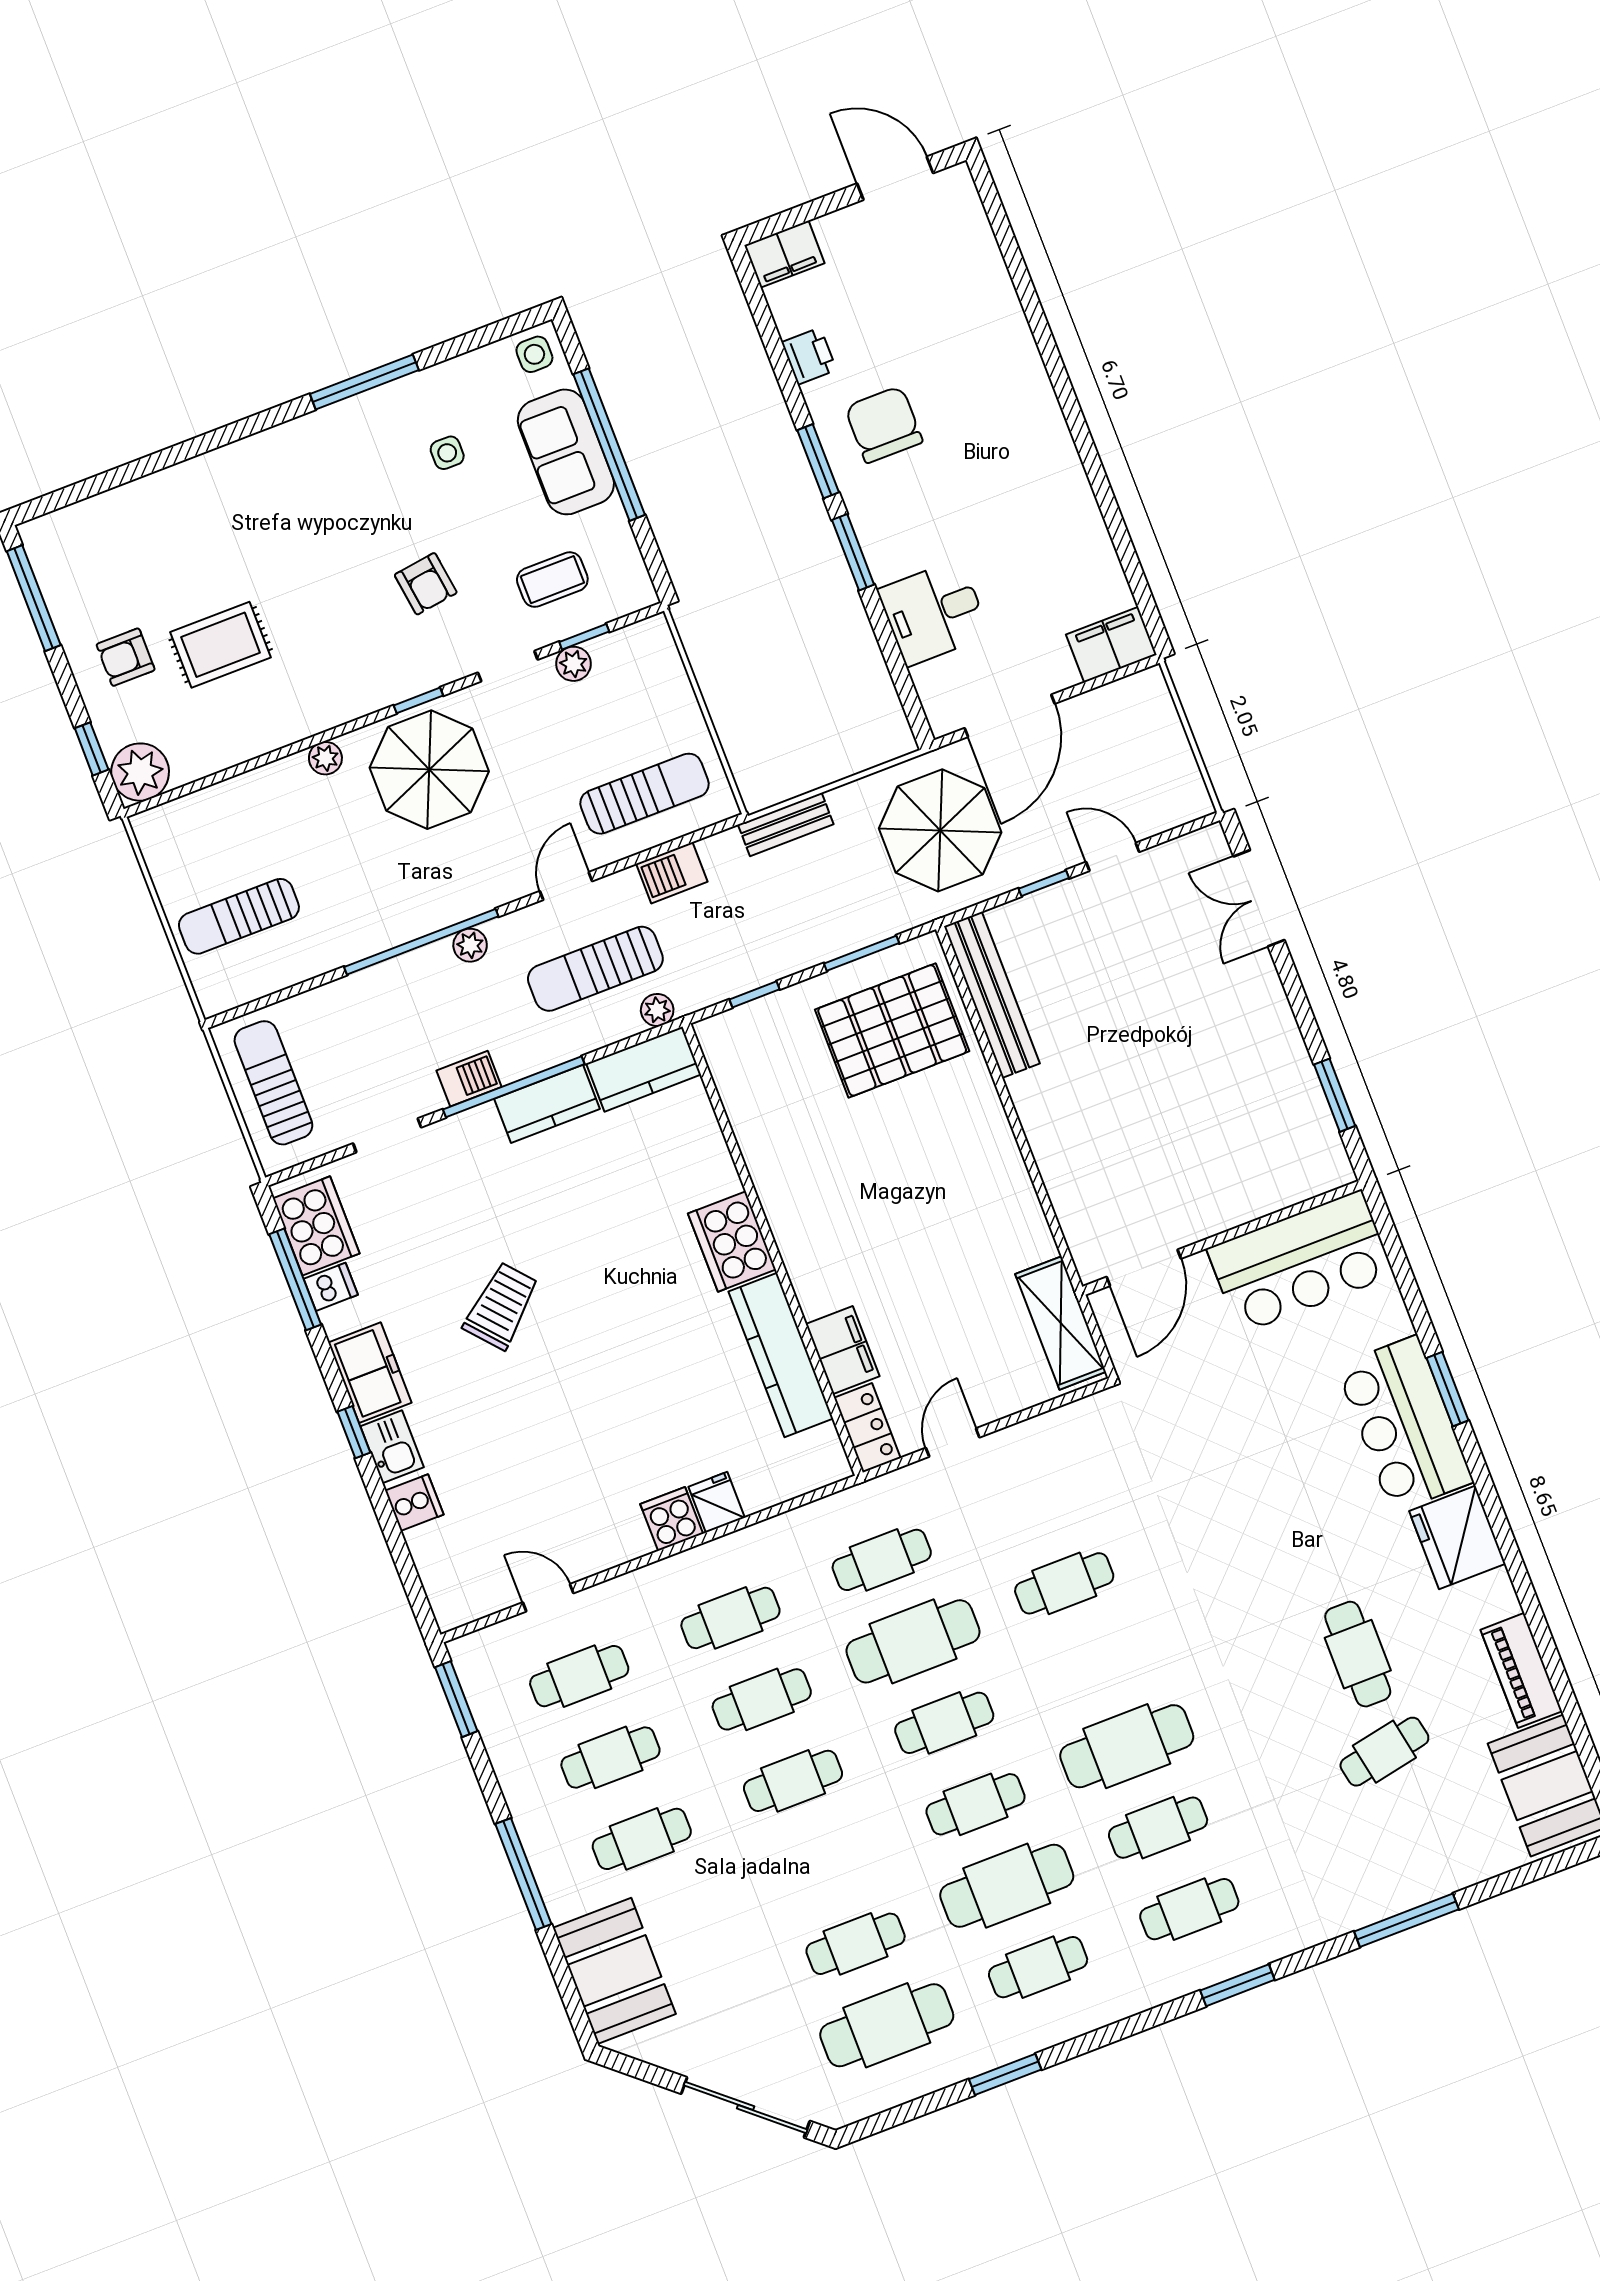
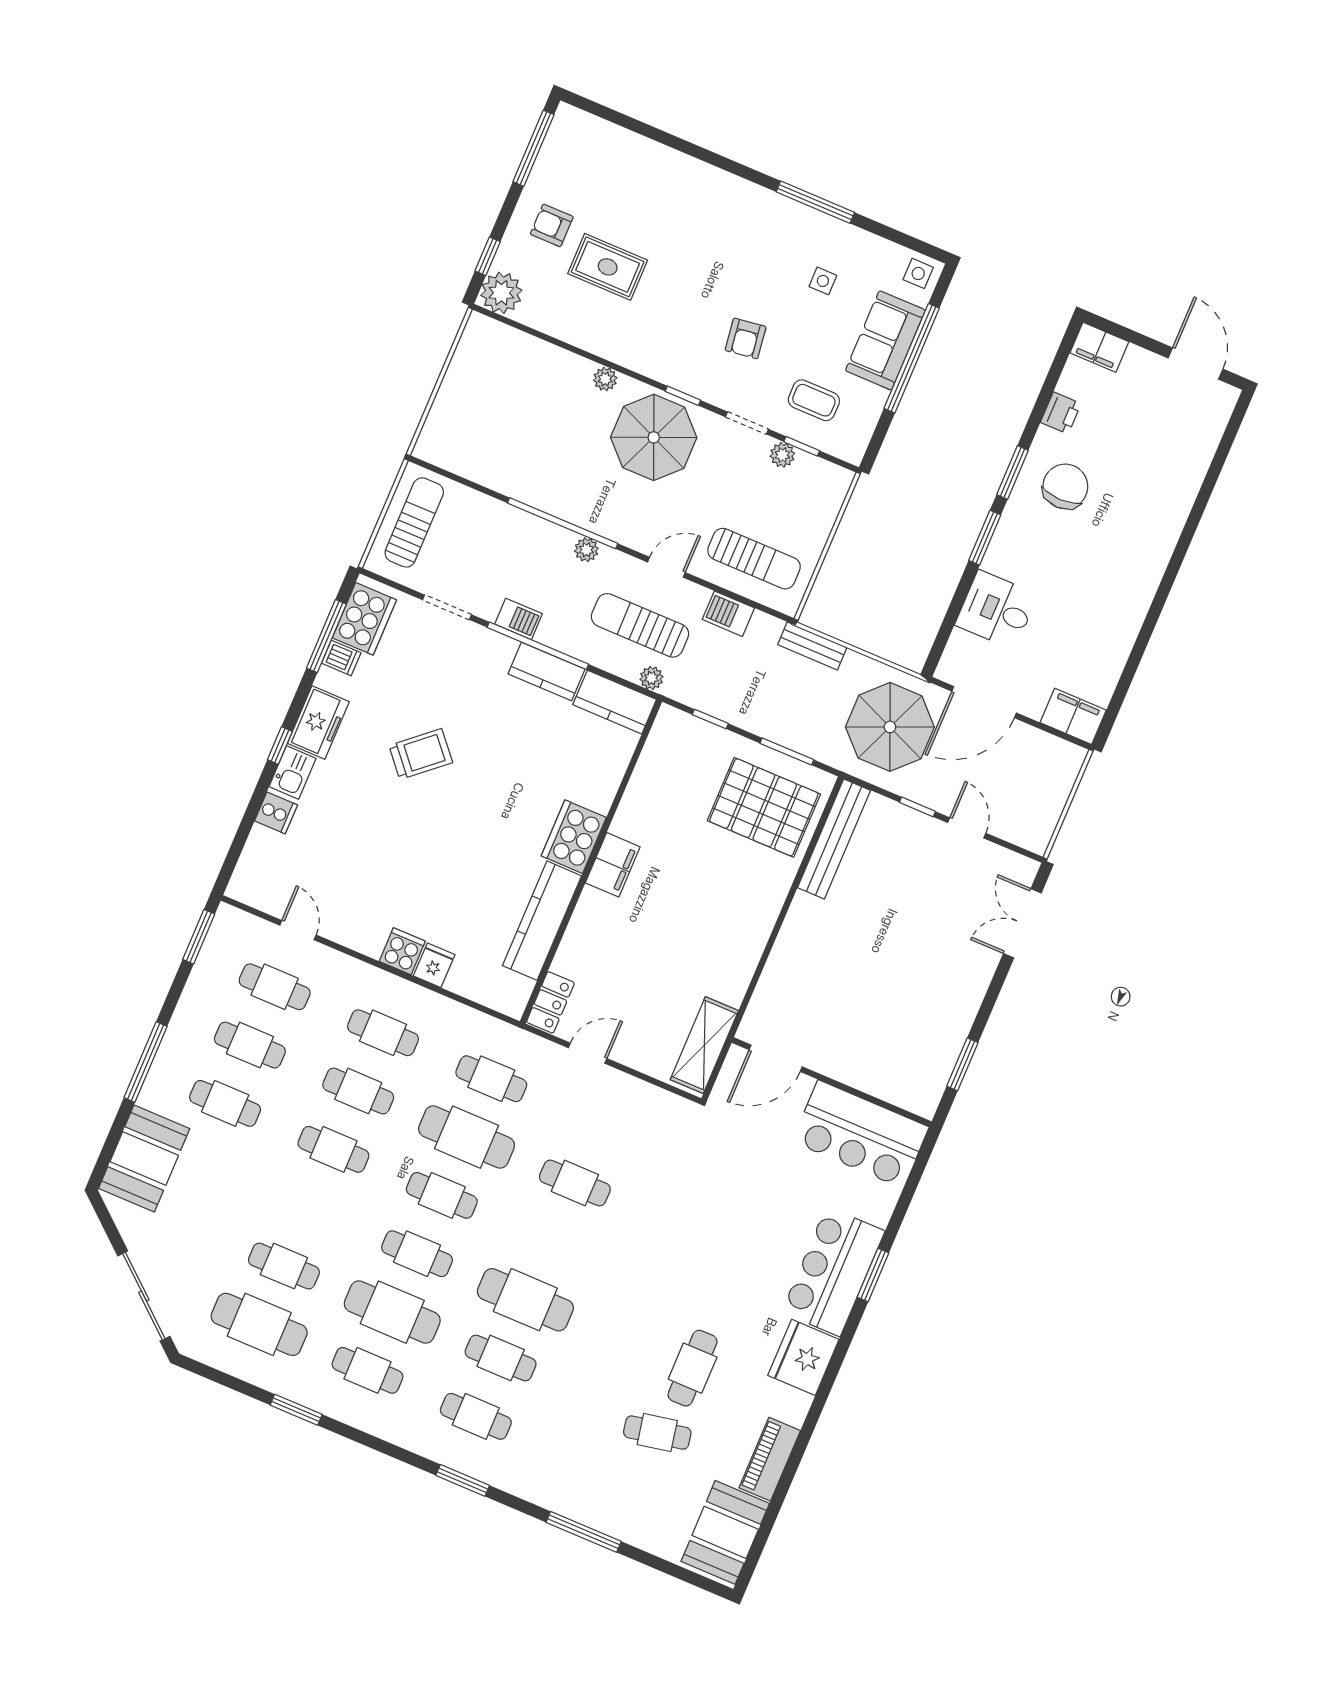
sun lounger: (239, 916) -> (480, 418), removed
filing cabinet: (843, 1350) -> (613, 865), moved

